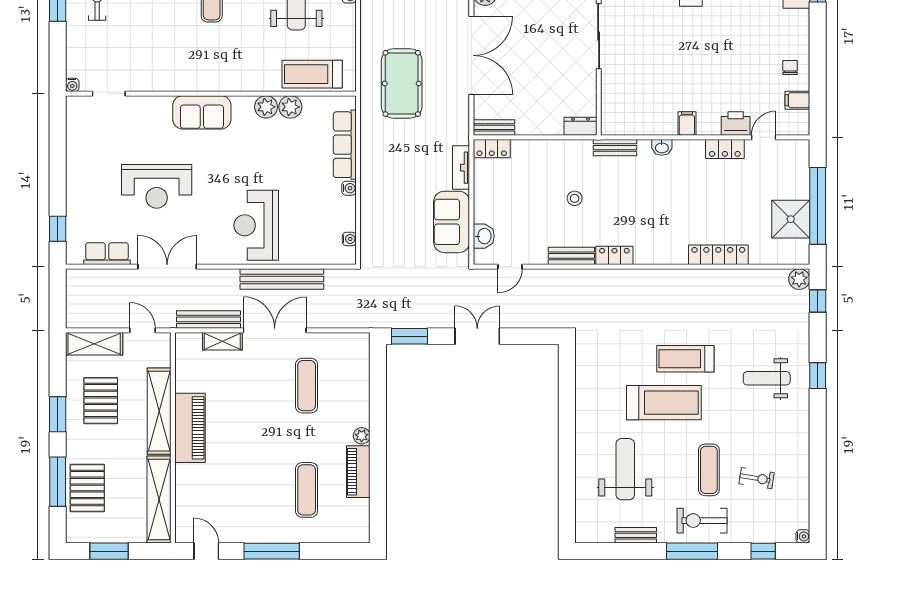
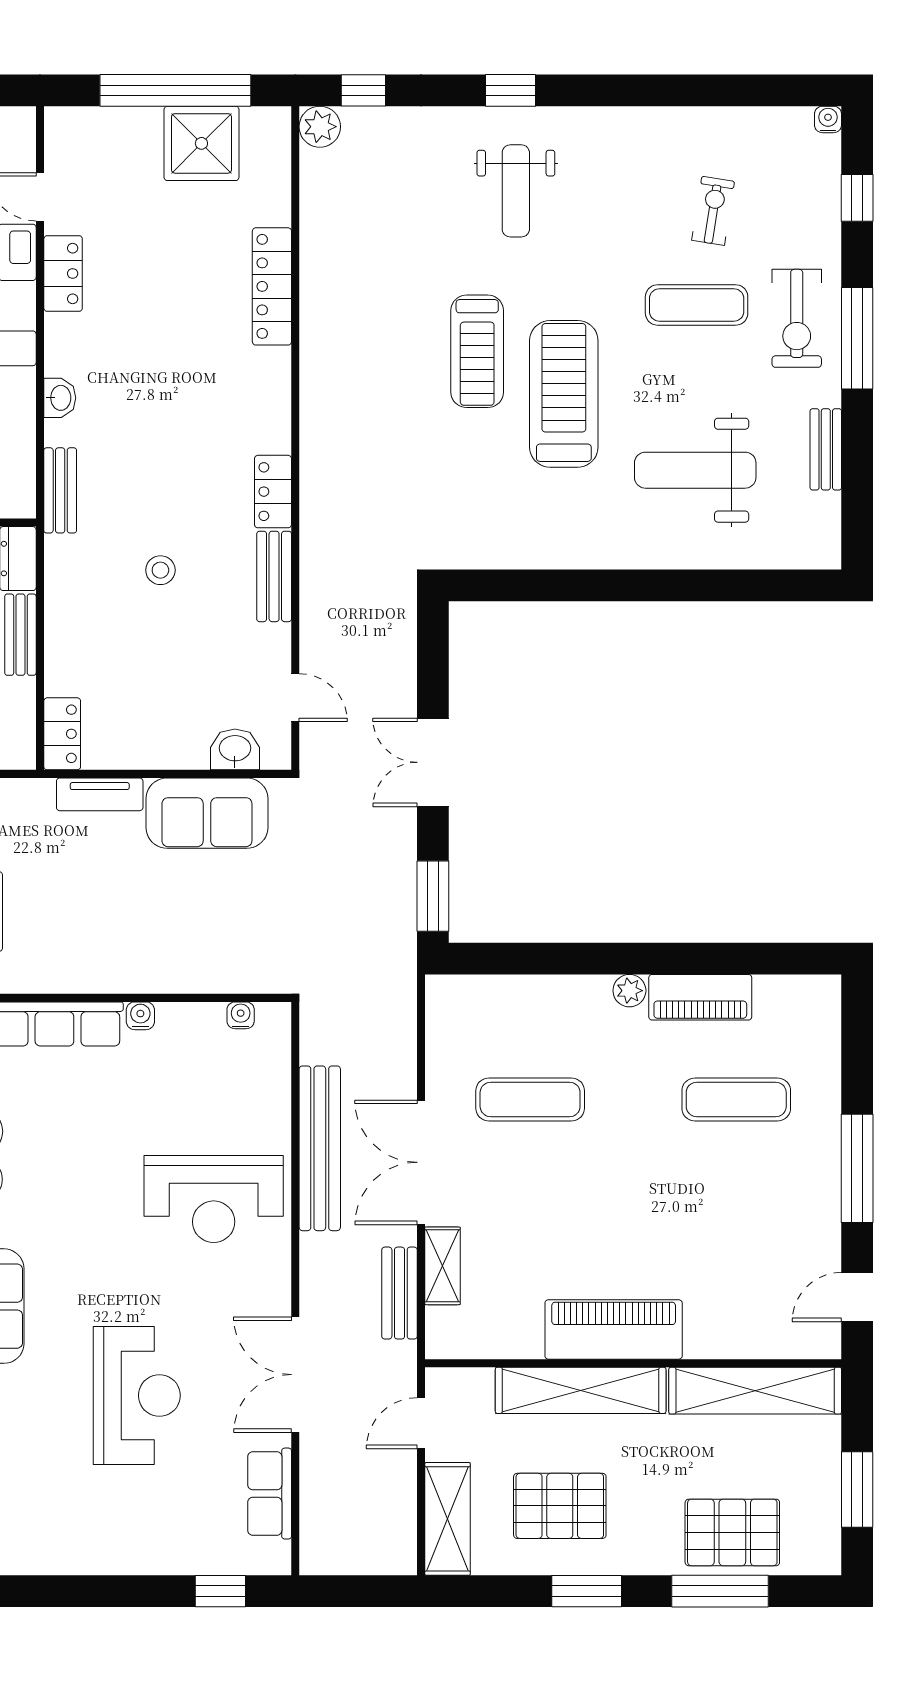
bench: (494, 127) -> (20, 635), moved
bench: (208, 319) -> (400, 1293), width x0.73

